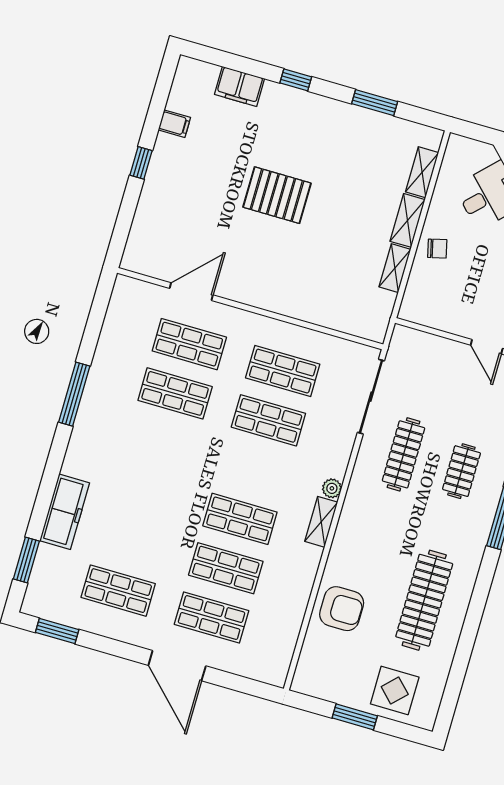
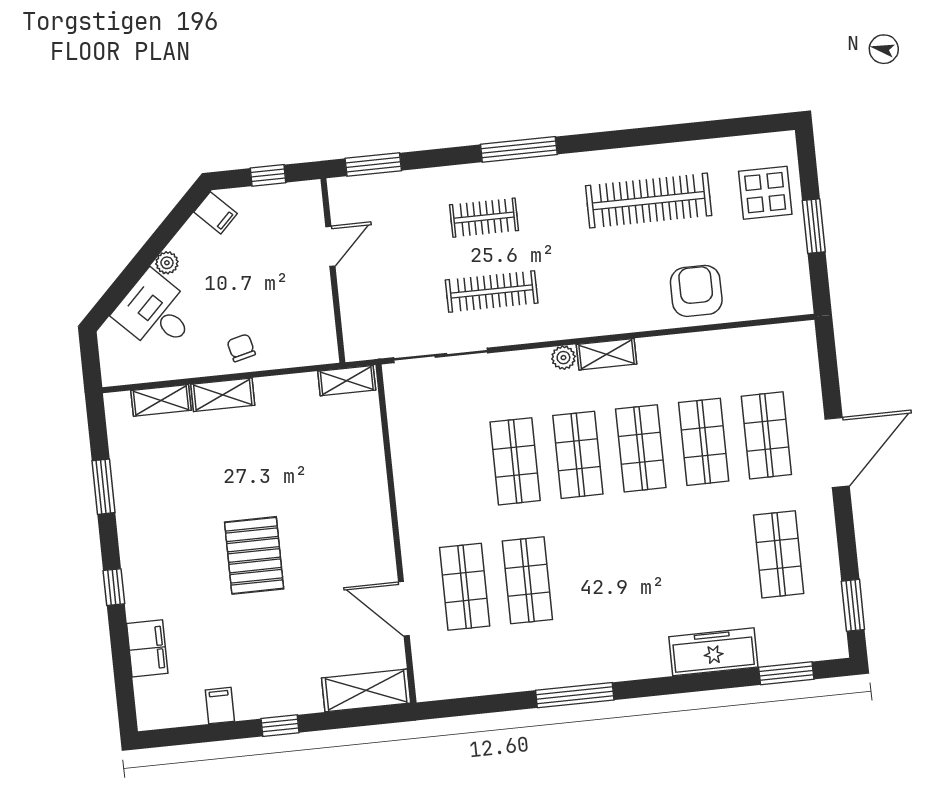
shelving: (141, 238) -> (366, 690), added
shelving: (395, 268) -> (347, 381), moved
shop shelf: (283, 371) -> (578, 455), moved

